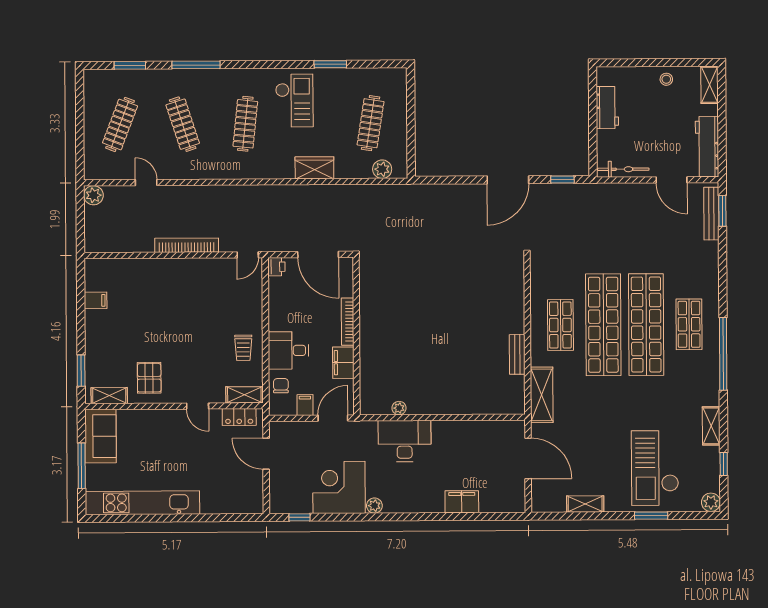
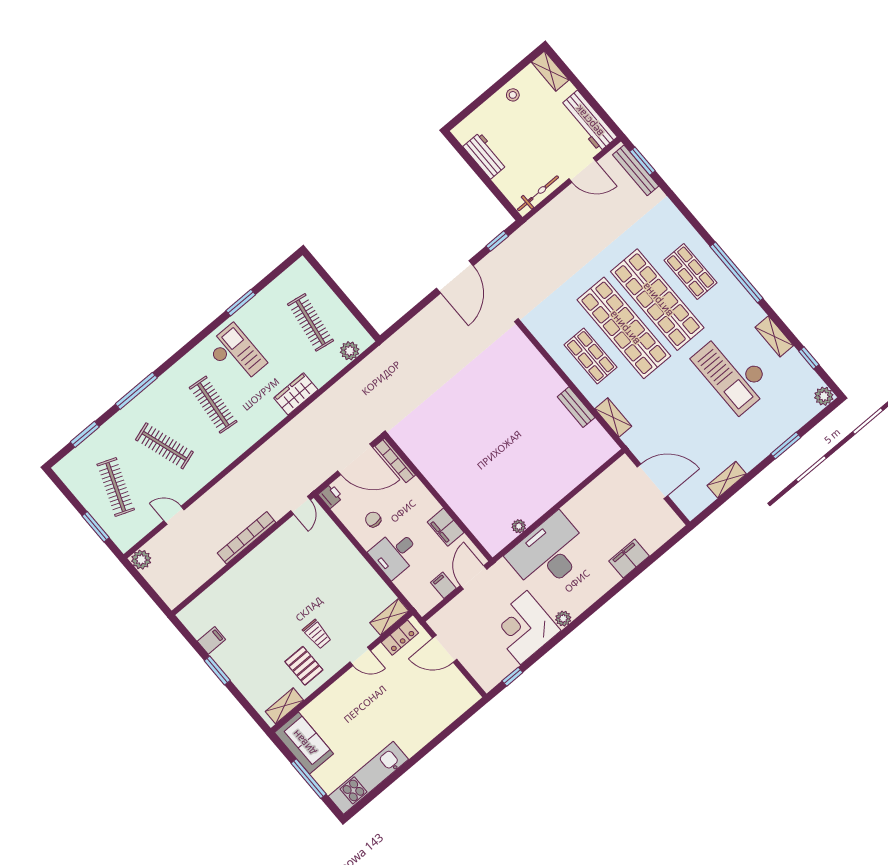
window: (80, 142) -> (96, 527), added
bookcase: (348, 322) -> (395, 461), moved
trolley: (243, 348) -> (317, 634), moved
window: (81, 371) -> (217, 671), moved
chair: (281, 386) -> (373, 519), moved
shelving: (542, 395) -> (613, 417), width x0.67, depth x0.75
desk: (405, 441) -> (549, 553), width x1.36, depth x1.30
checkout: (655, 468) -> (733, 372), moved
kitchen unit: (142, 503) -> (368, 778), width x0.73

